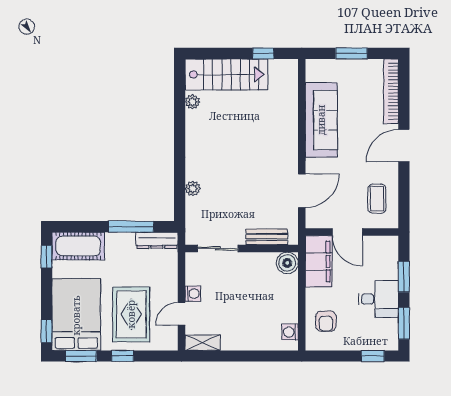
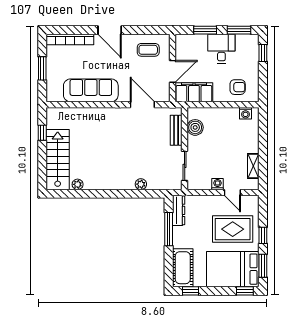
boiler: (287, 263) -> (195, 127), moved
shelving: (202, 343) -> (253, 166), moved

